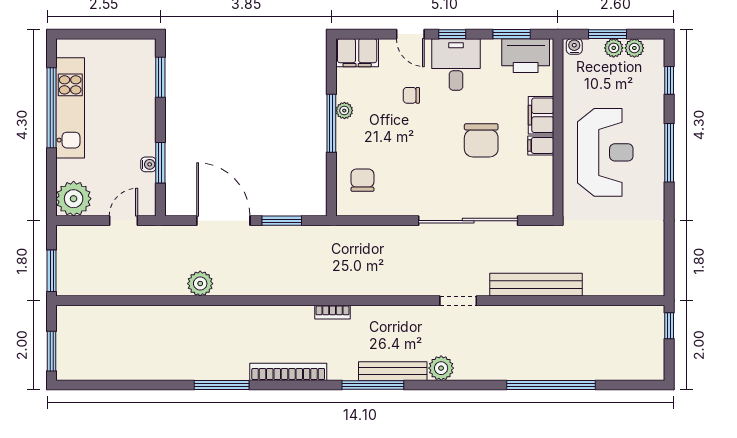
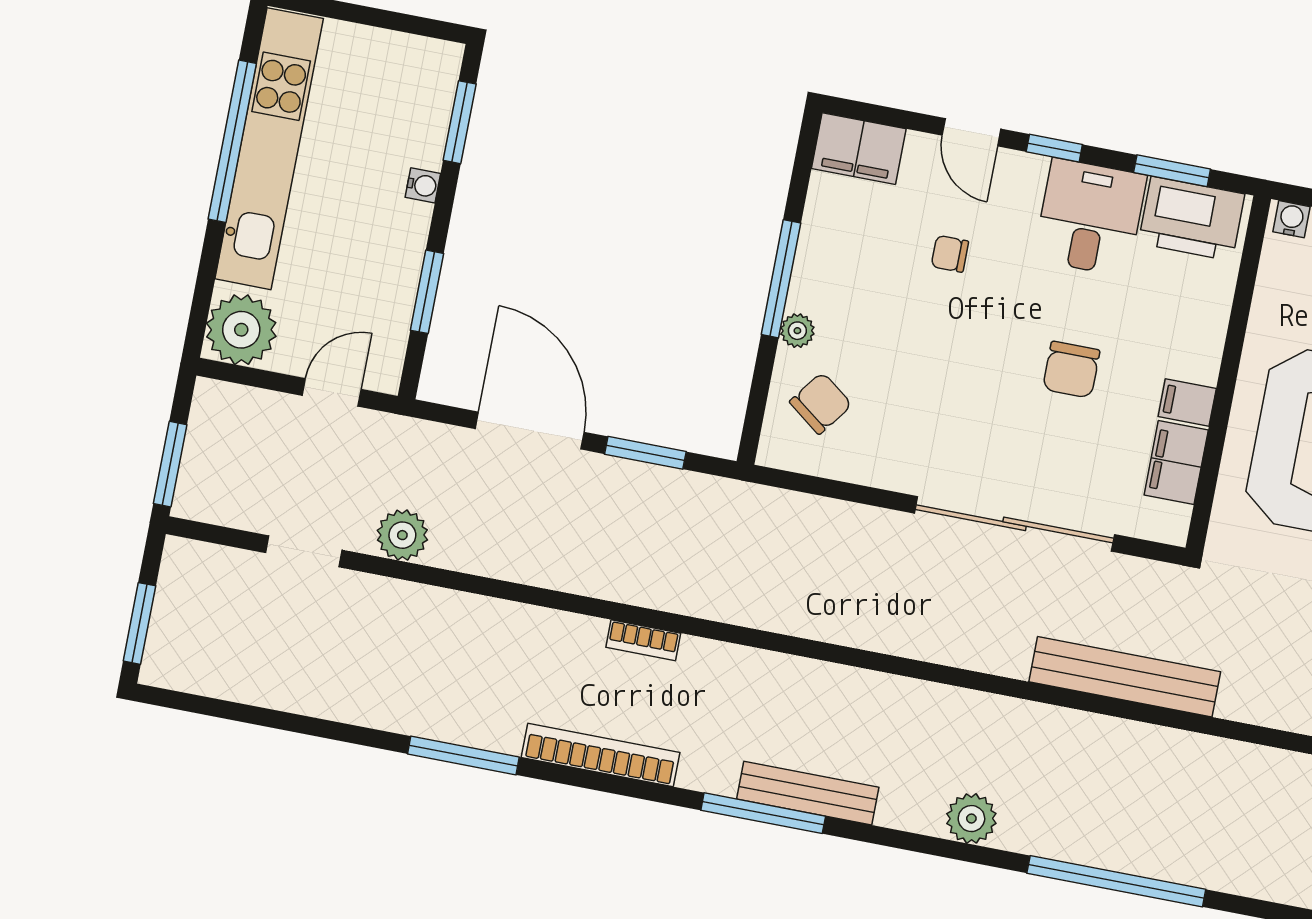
desk: (456, 64) -> (1090, 217), moved
kitchen unit: (70, 108) -> (269, 149), width x1.36
plant: (344, 111) -> (797, 331), moved
filing cabinet: (541, 115) -> (1176, 463), moved
chair: (481, 140) -> (1071, 370), width x0.73, depth x0.73
water cooler: (148, 164) -> (423, 185), moved
chair: (362, 180) -> (821, 403), turned 37
plant: (200, 284) -> (402, 535), moved
doorway: (458, 301) -> (304, 551), moved
bookcase: (333, 312) -> (643, 640), moved
plant: (441, 368) -> (971, 819), moved

